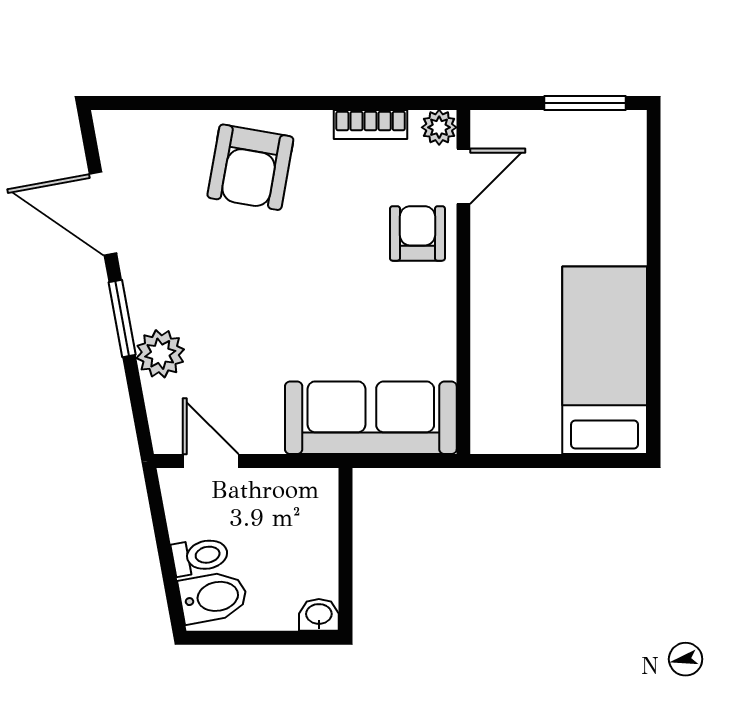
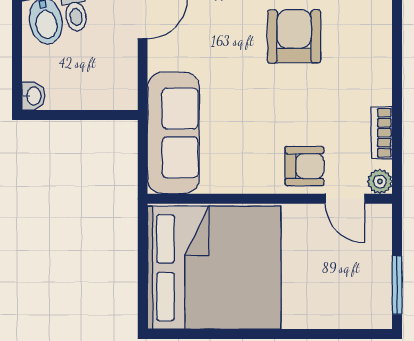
armchair: (250, 167) -> (294, 36), moved, turned 80
bed: (605, 360) -> (214, 268), width x2.04

